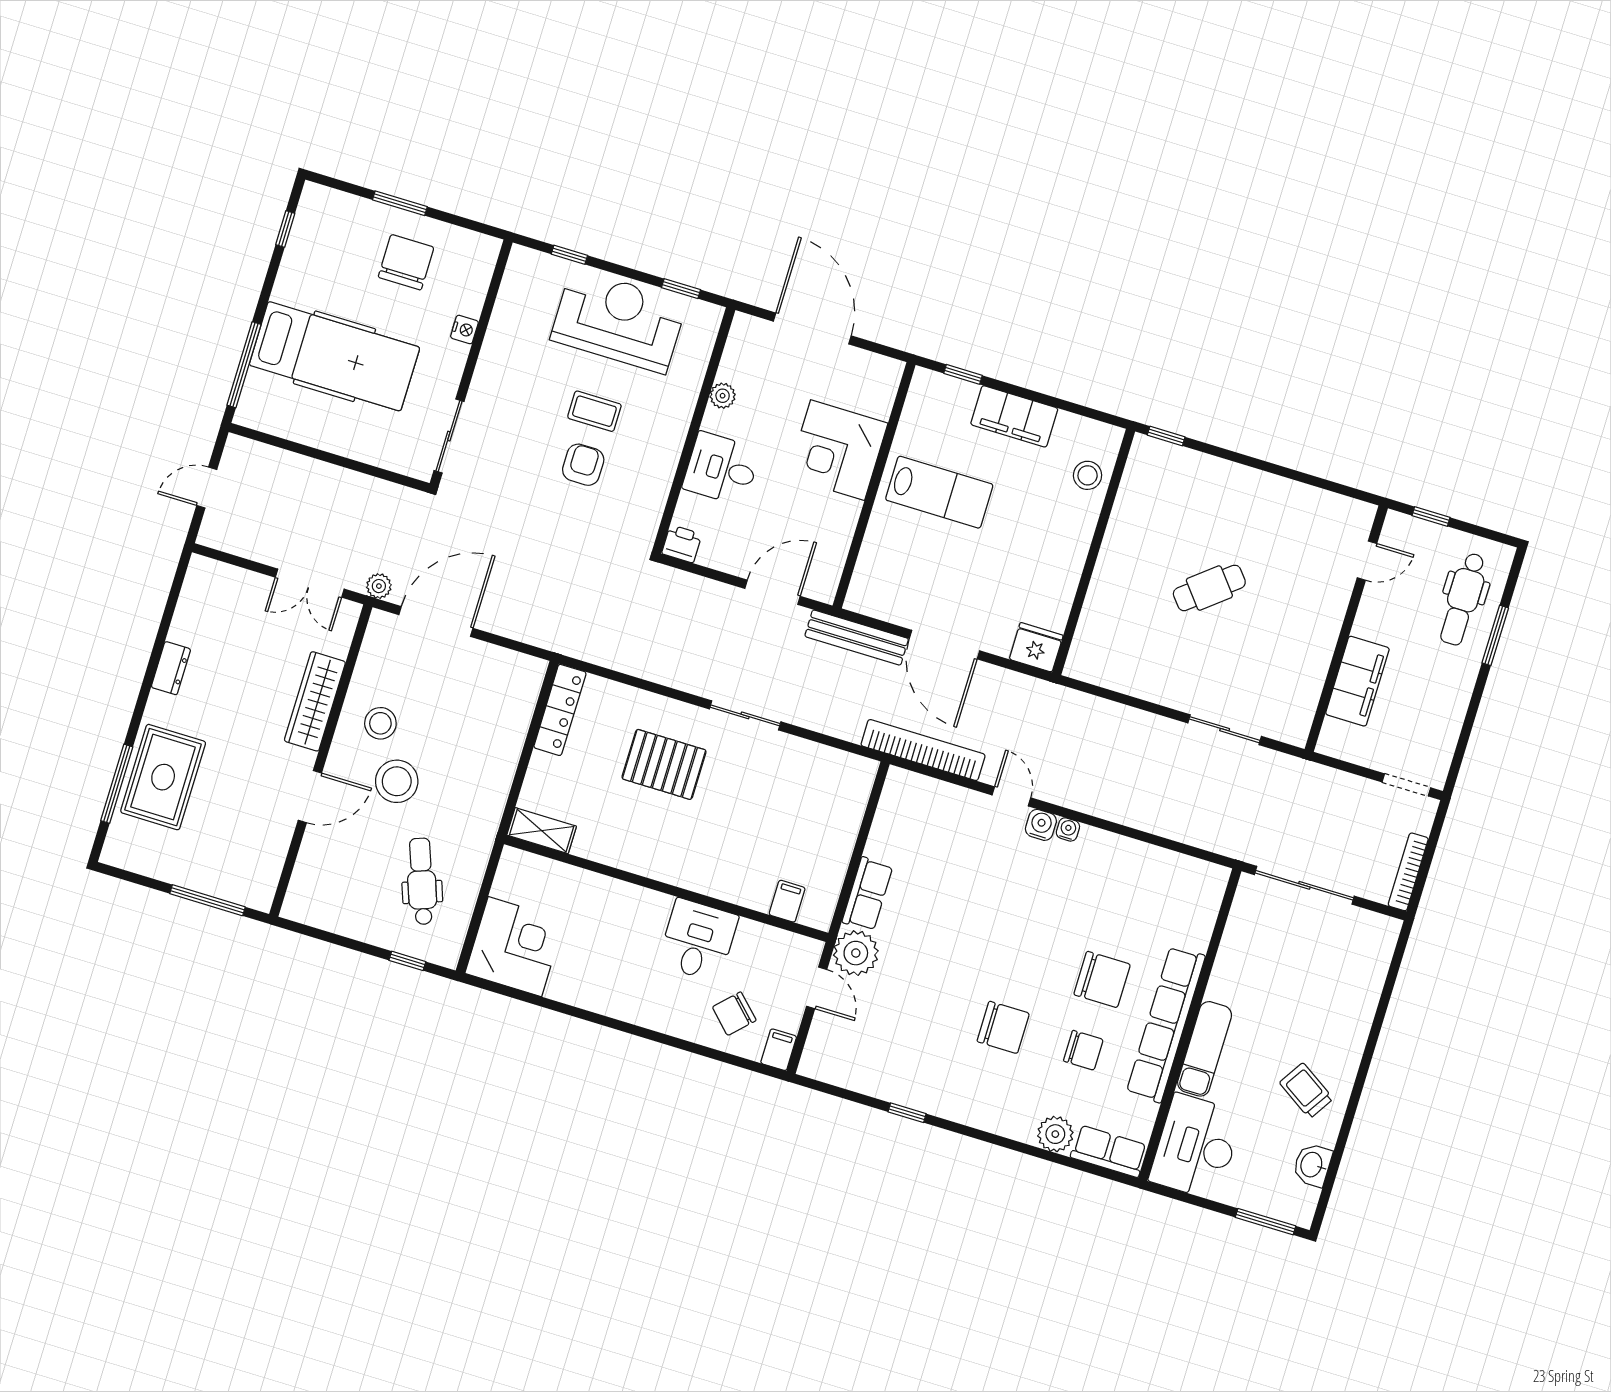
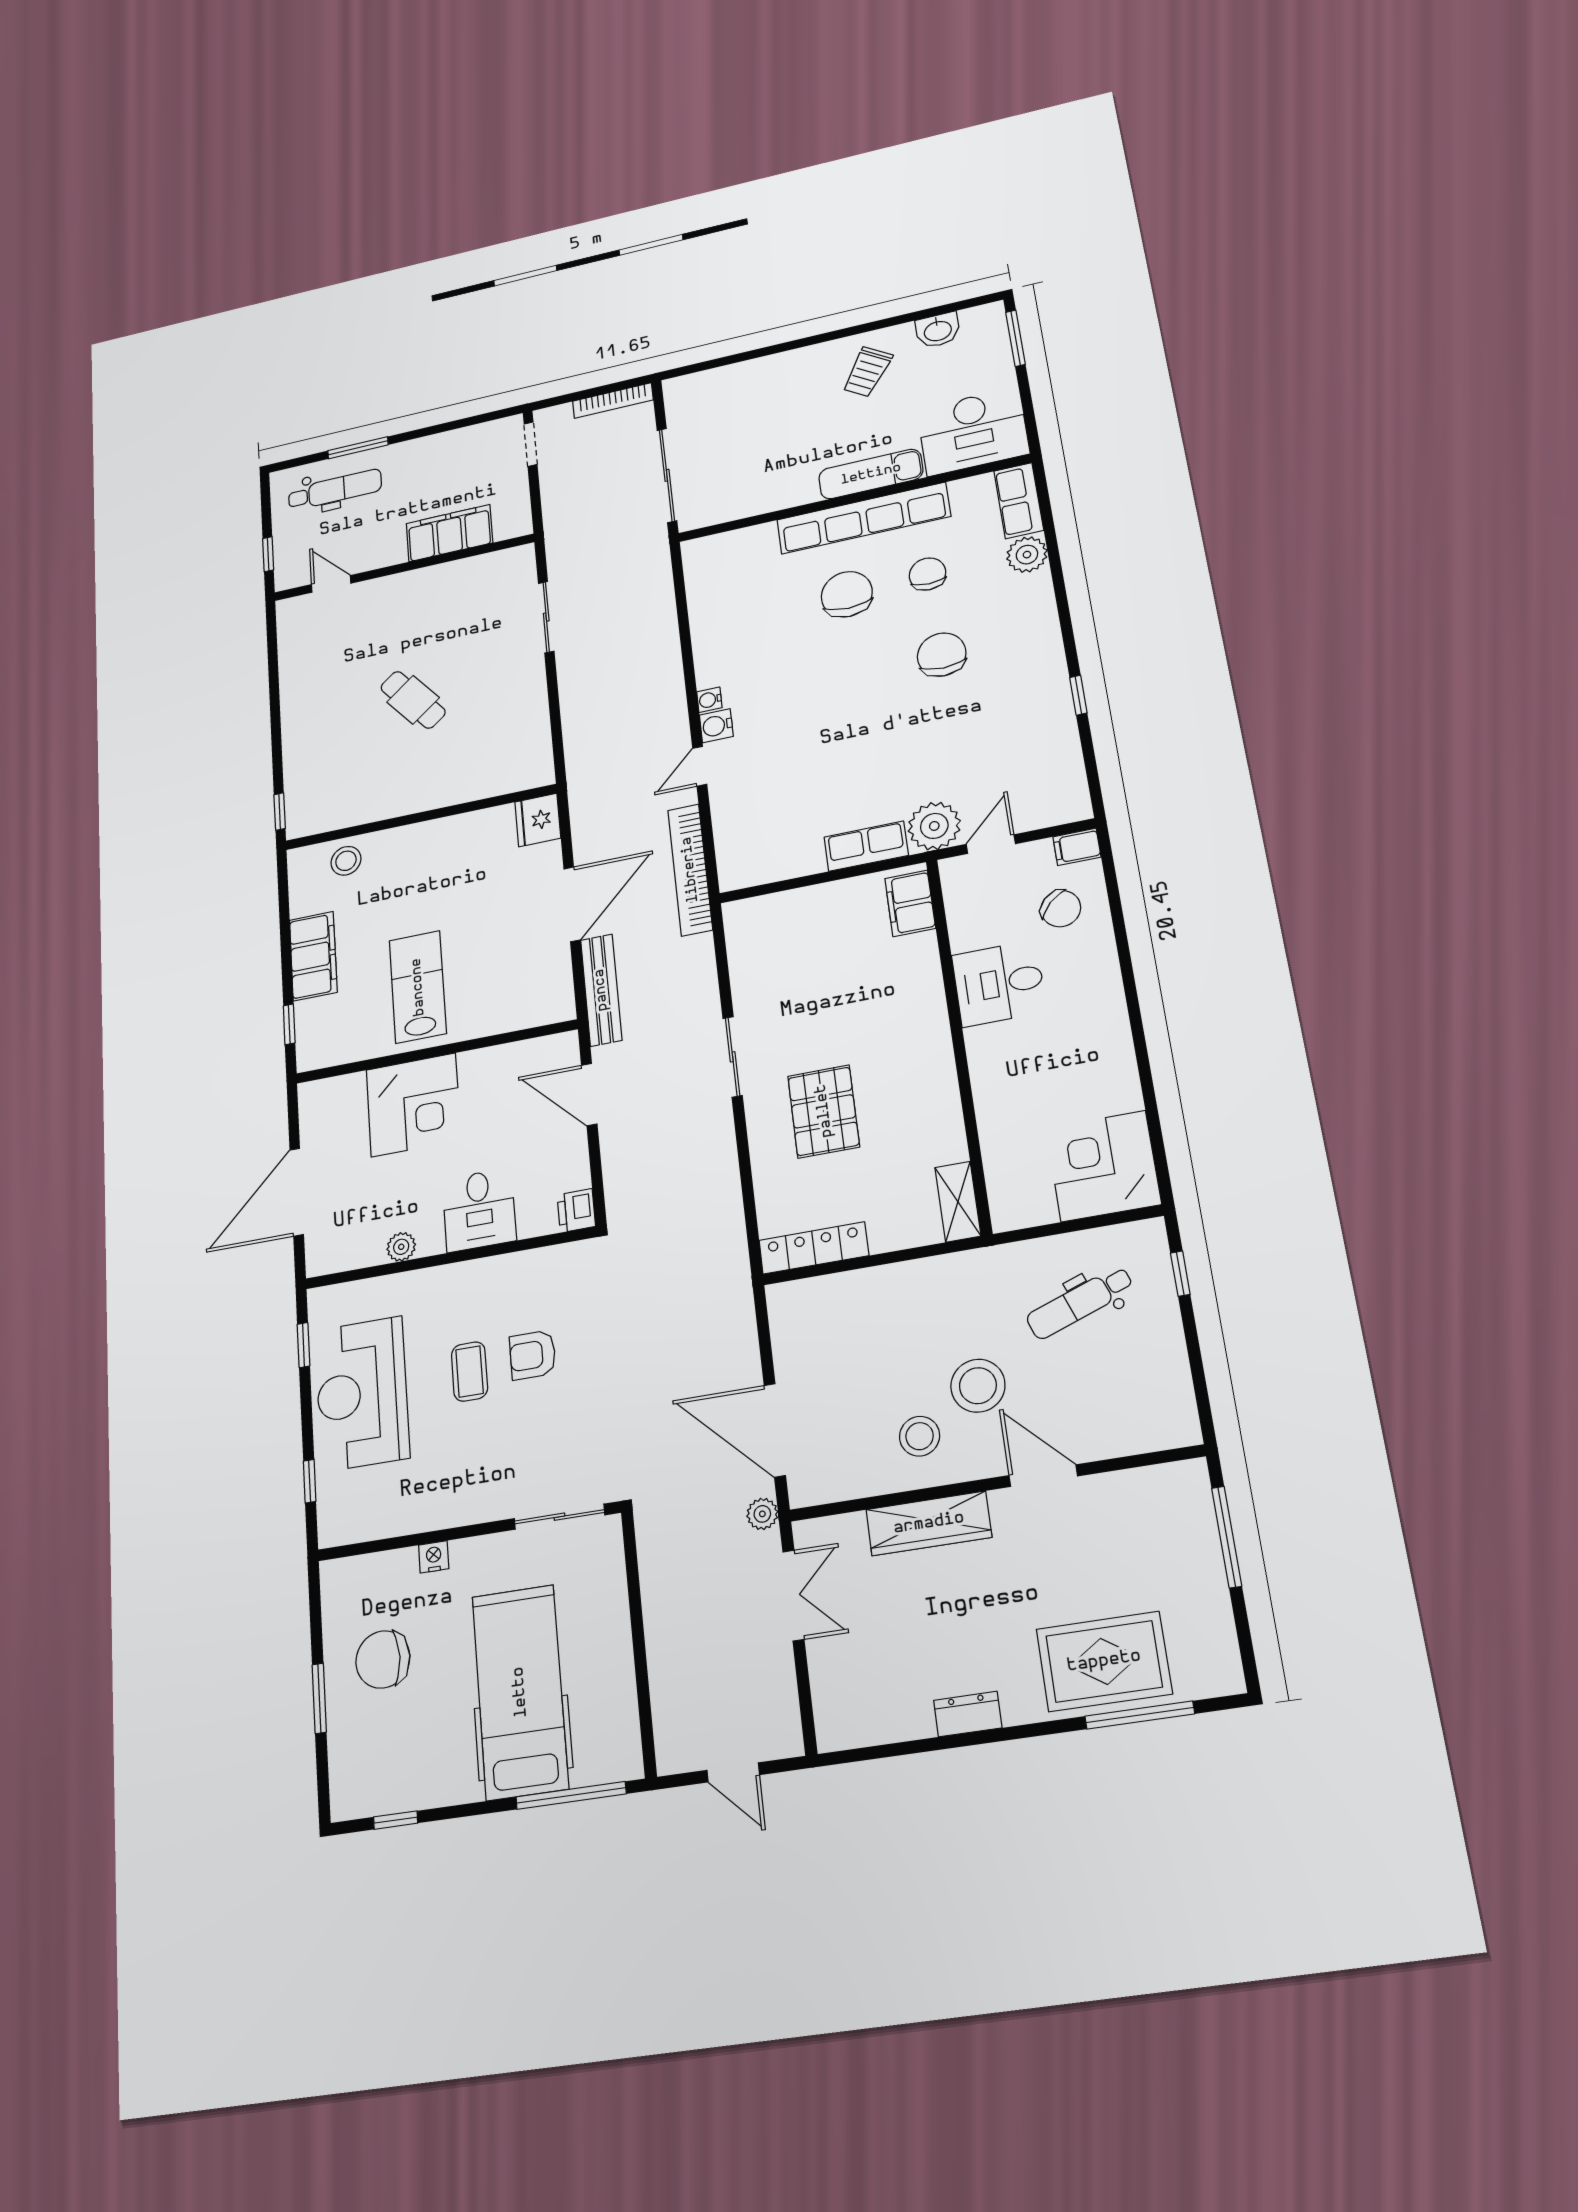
filing cabinet: (787, 901) -> (910, 903), width x2.00

